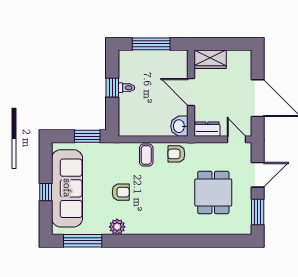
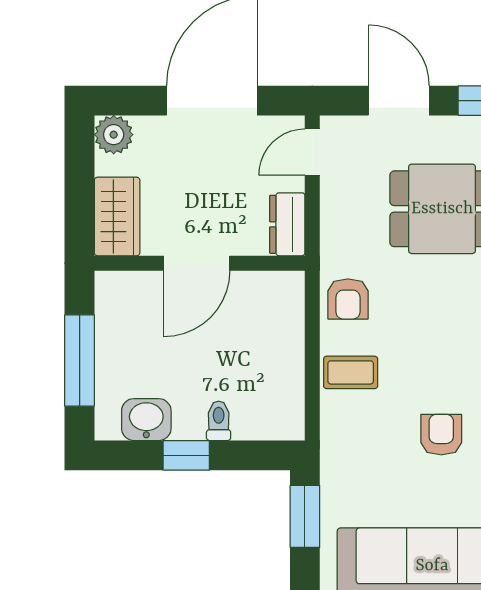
plant: (244, 58) -> (114, 135), added
toilet: (126, 88) -> (219, 421), moved
washbasin: (179, 126) -> (146, 420), moved, turned 180

